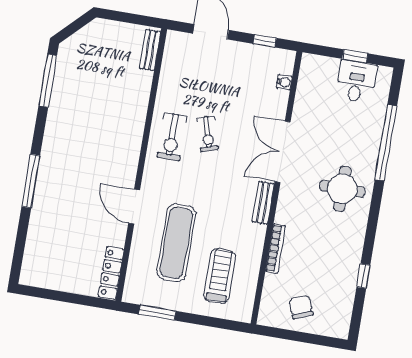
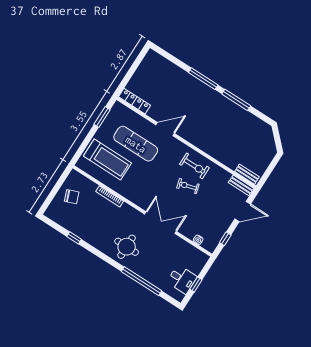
window: (48, 81) -> (236, 100), moved
exercise bike: (172, 137) -> (194, 166), turned 180
bench: (263, 203) -> (241, 185), moved
treadmill: (220, 276) -> (107, 160), width x1.37, depth x1.38

